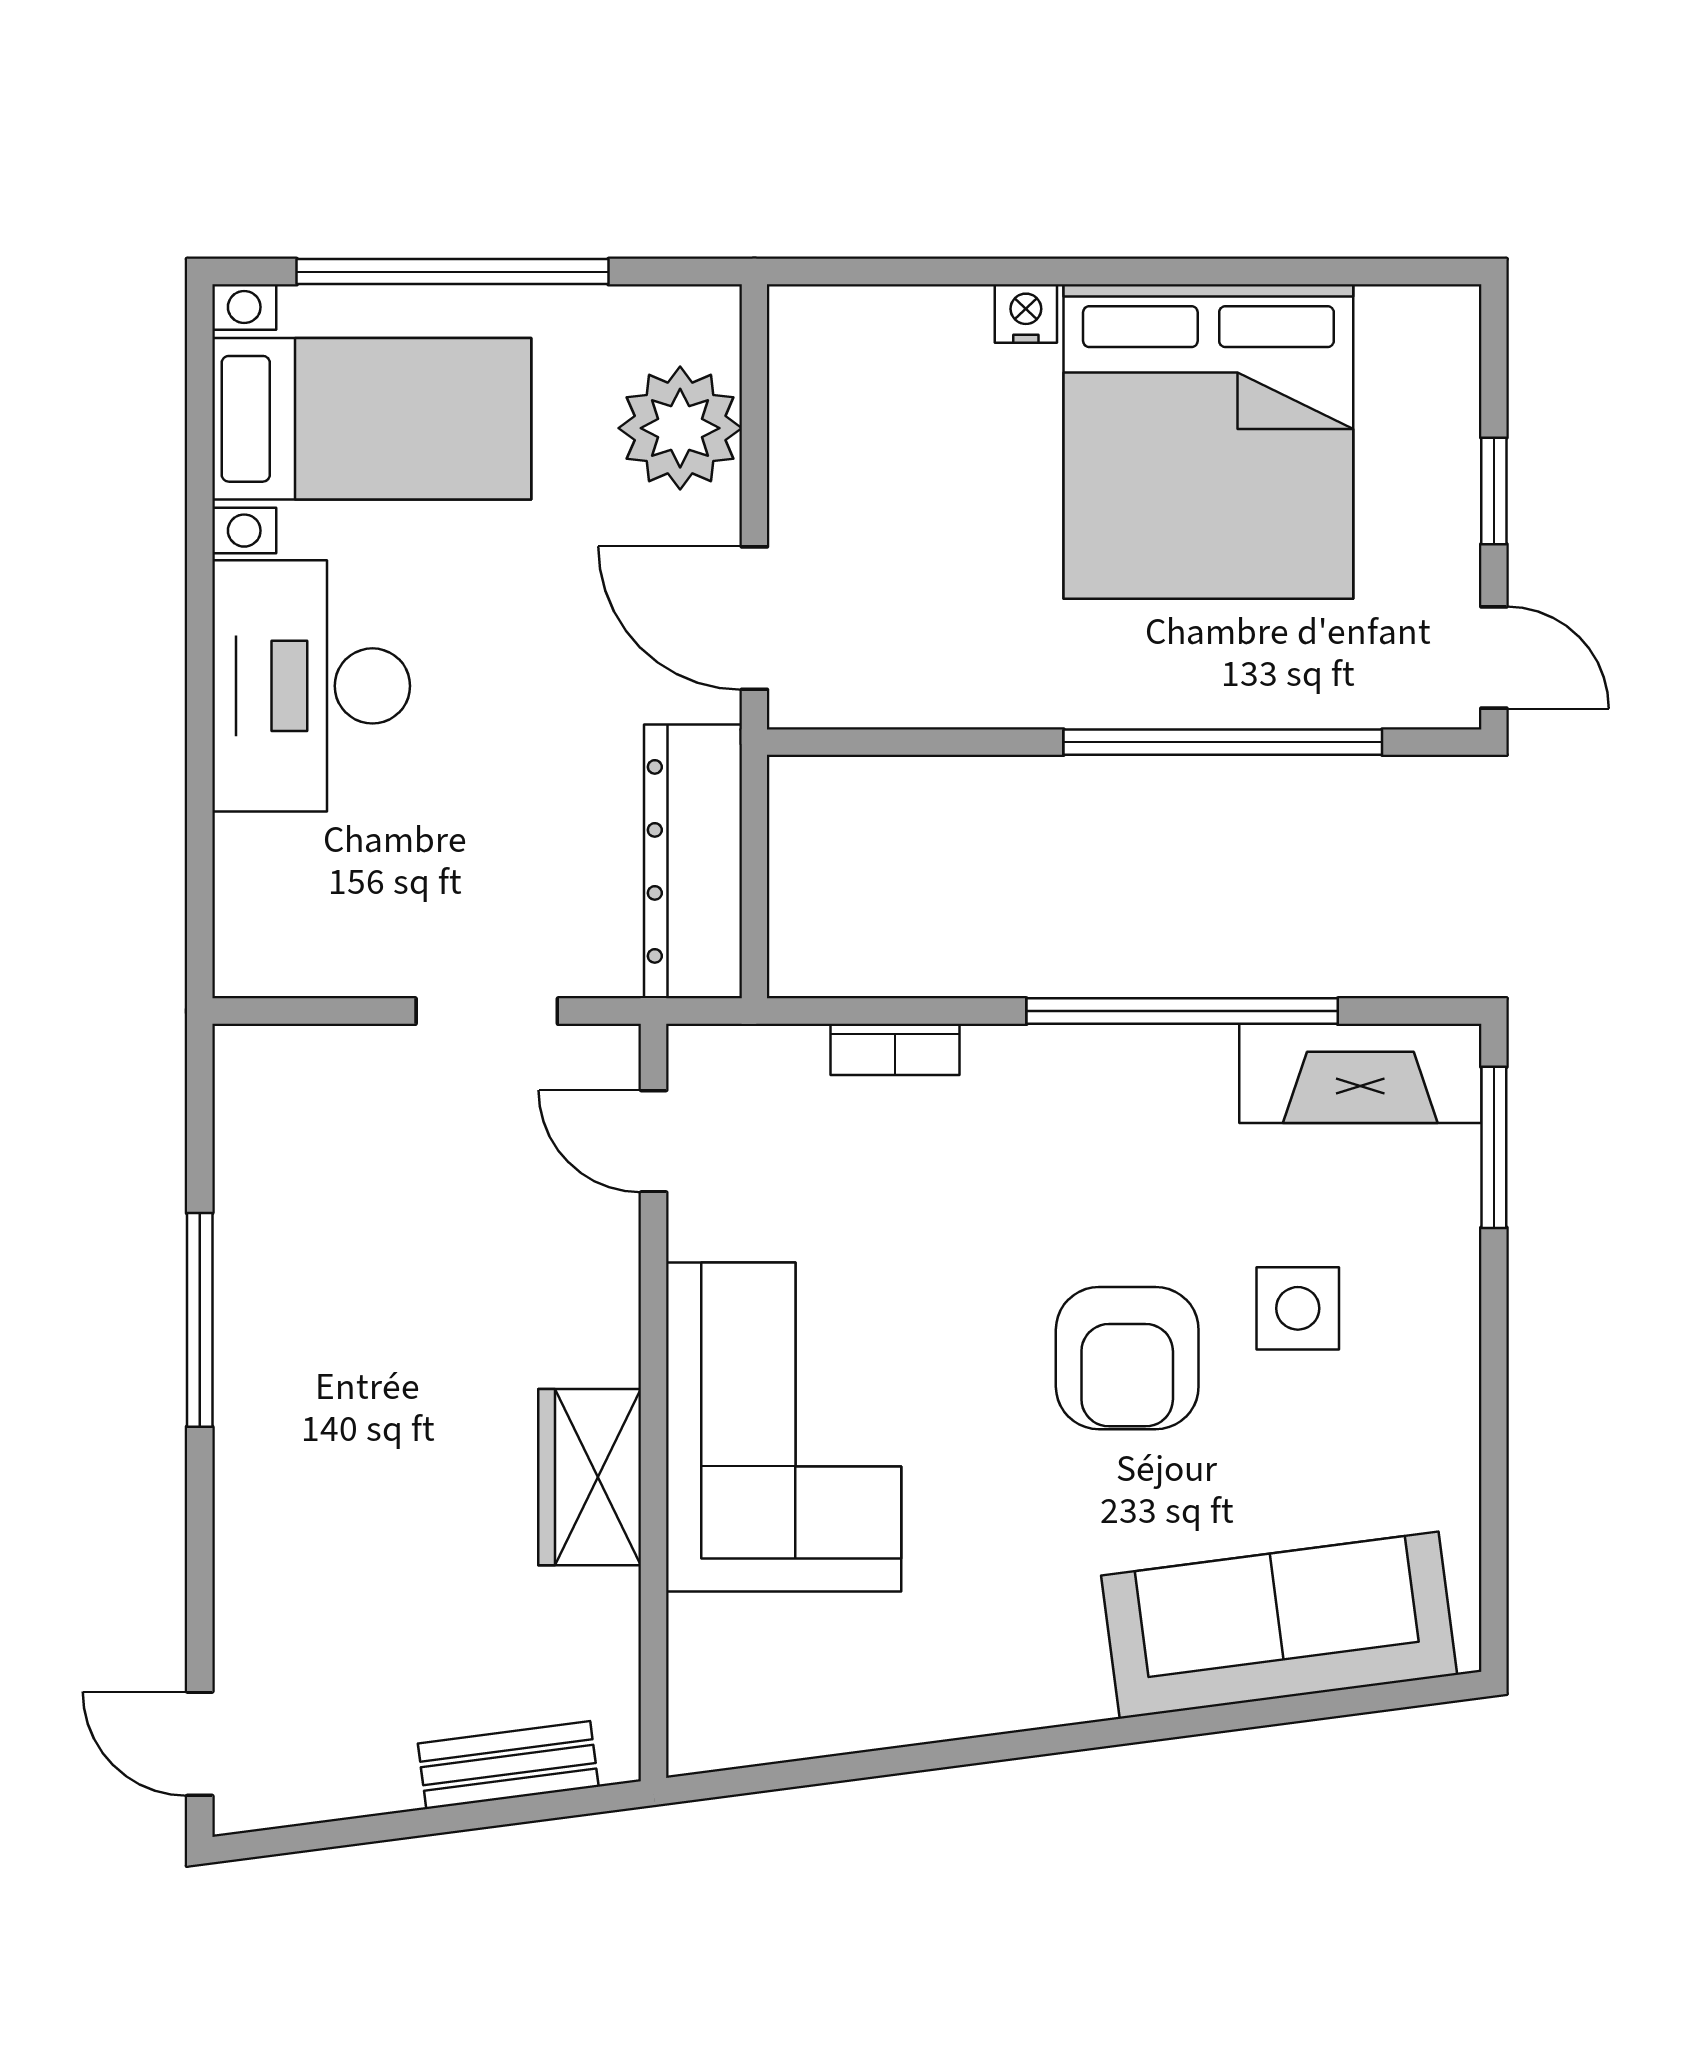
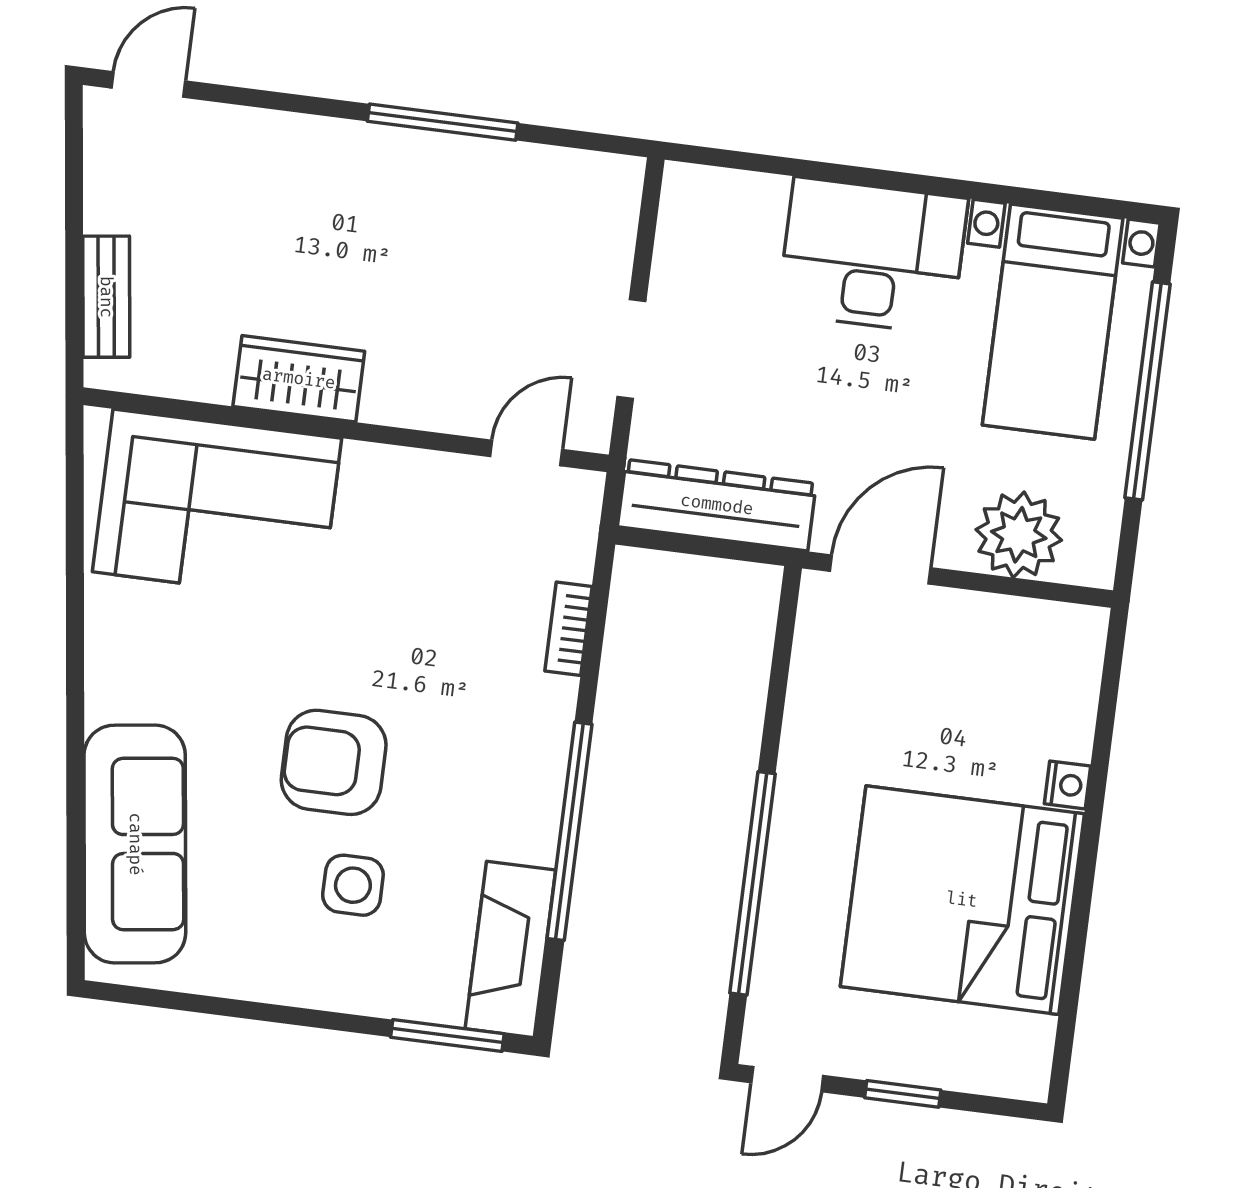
corner sofa: (784, 1427) -> (217, 505), moved

